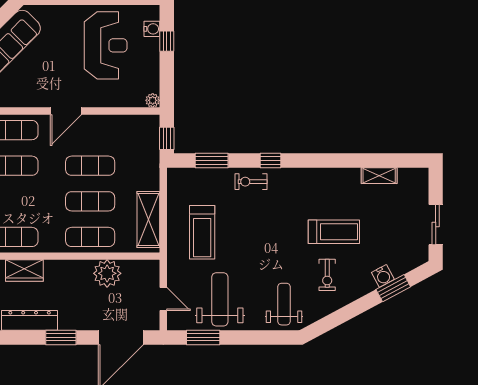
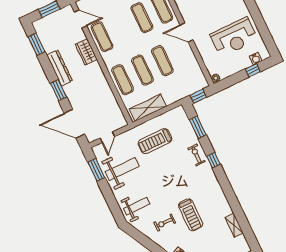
plant: (107, 273) -> (107, 99), removed

